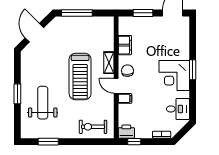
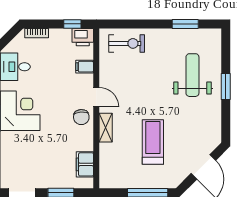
filing cabinet: (125, 45) -> (85, 164), moved
treadmill: (80, 77) -> (153, 142), moved, width x0.73, depth x0.73
filing cabinet: (125, 98) -> (85, 67), moved
weight bench: (43, 103) -> (192, 75), turned 180

